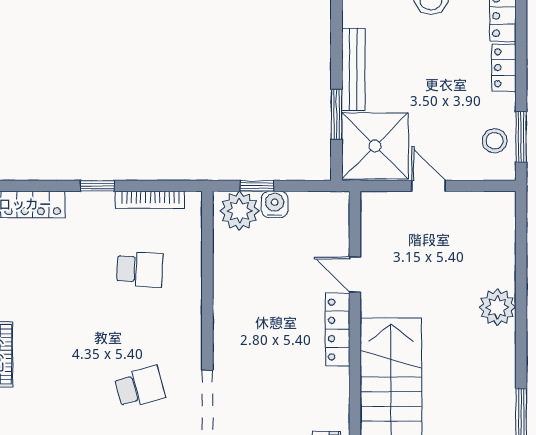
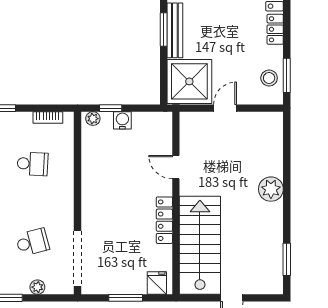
window: (337, 114) -> (164, 30), moved
door: (429, 186) -> (225, 108), hinge flipped
bookcase: (150, 200) -> (48, 117), width x0.64
plant: (240, 211) -> (93, 119), width x0.53, depth x0.53
locker: (338, 329) -> (164, 220), moved

